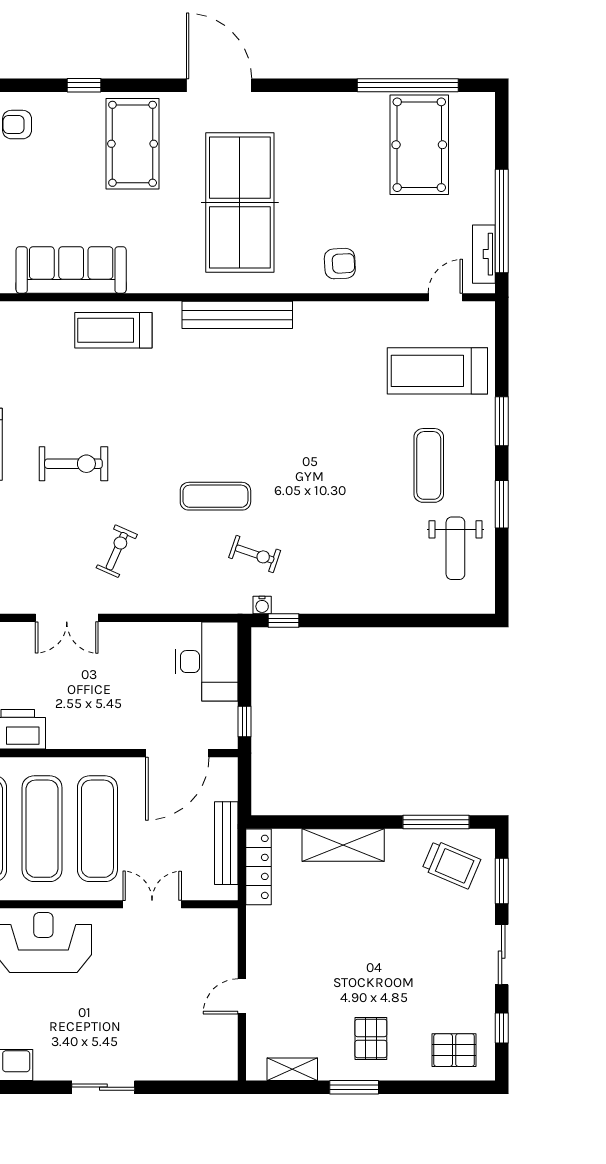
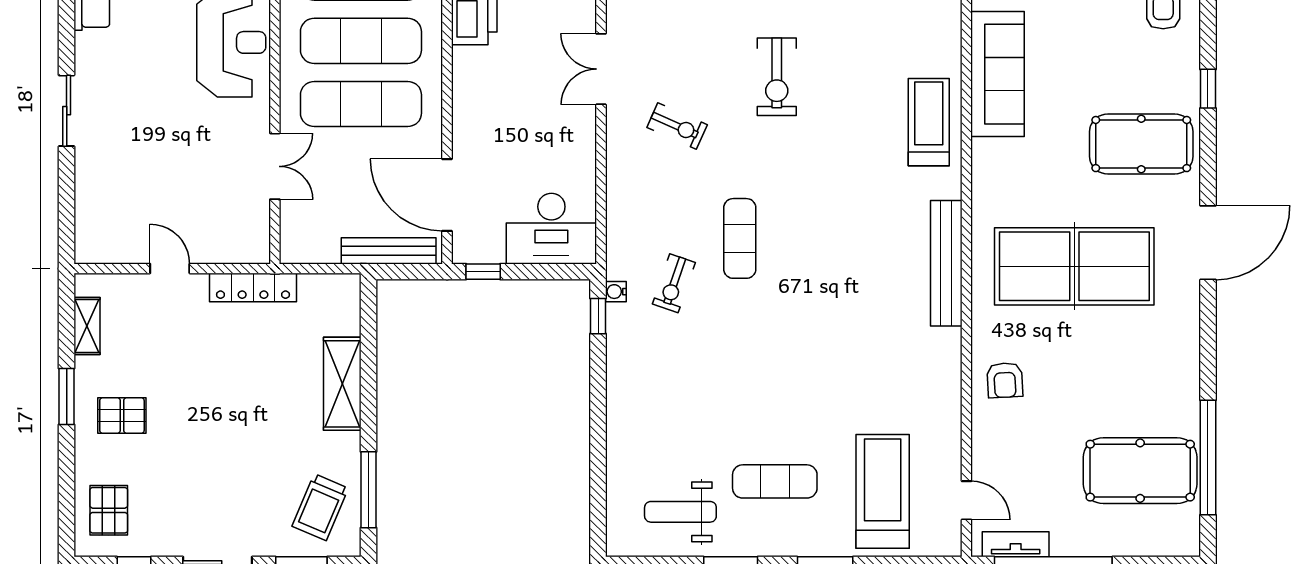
bench: (226, 843) -> (389, 251), moved
locker: (258, 867) -> (253, 287), moved

